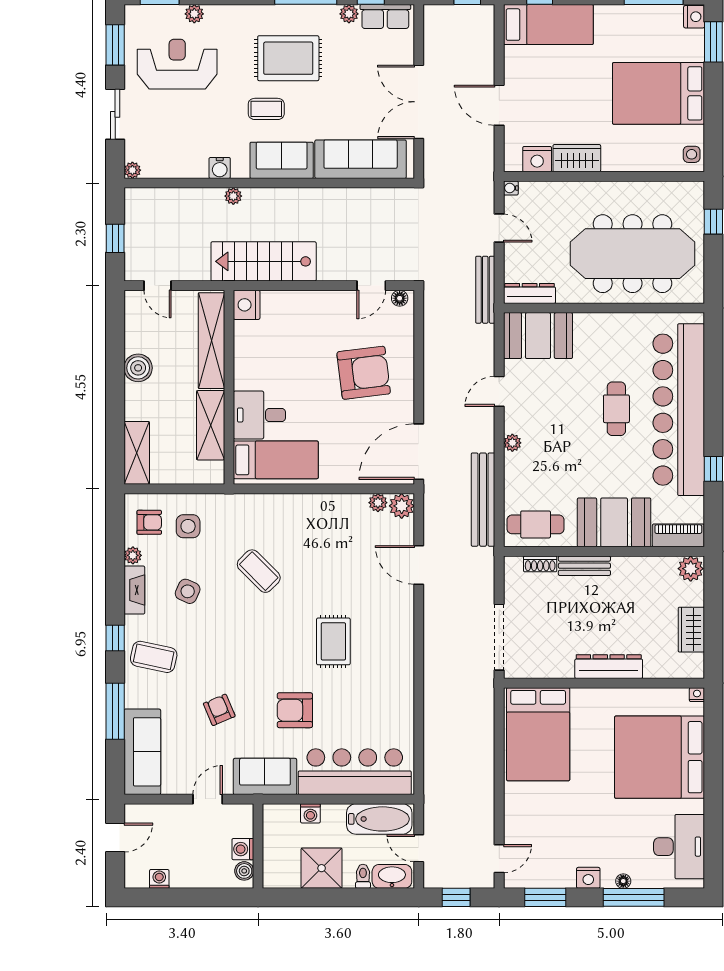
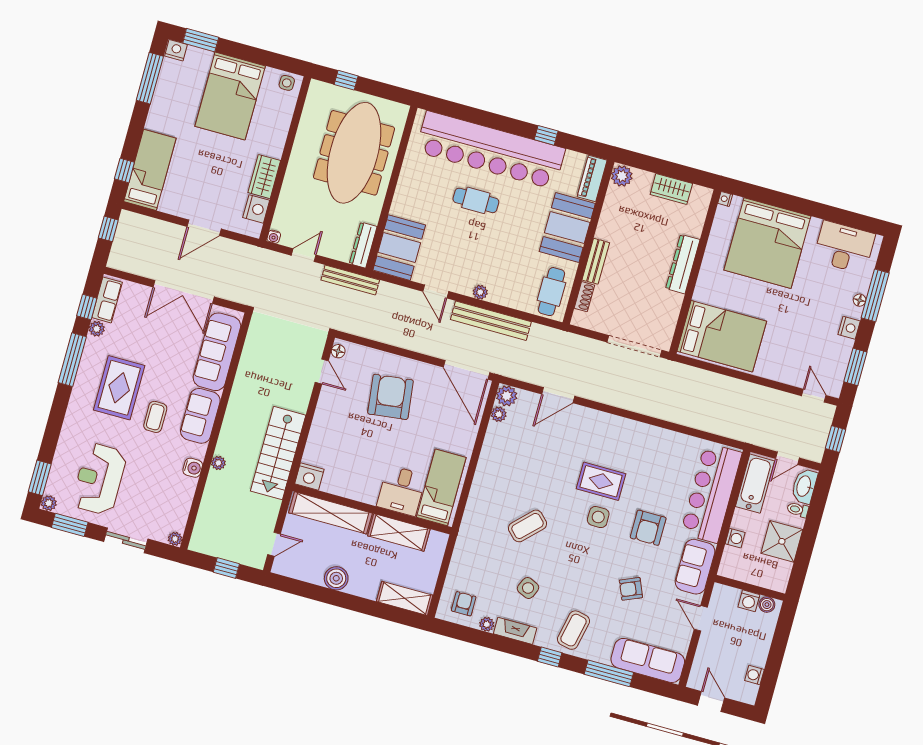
plant: (194, 14) -> (49, 503), moved
bench: (483, 500) -> (491, 321), moved
side table: (188, 526) -> (598, 517), moved

